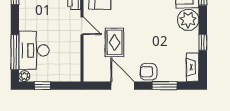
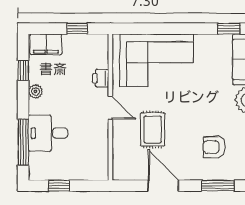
desk: (34, 50) -> (48, 133), width x0.73
armchair: (149, 72) -> (214, 147), moved
plant: (24, 76) -> (35, 91), moved

